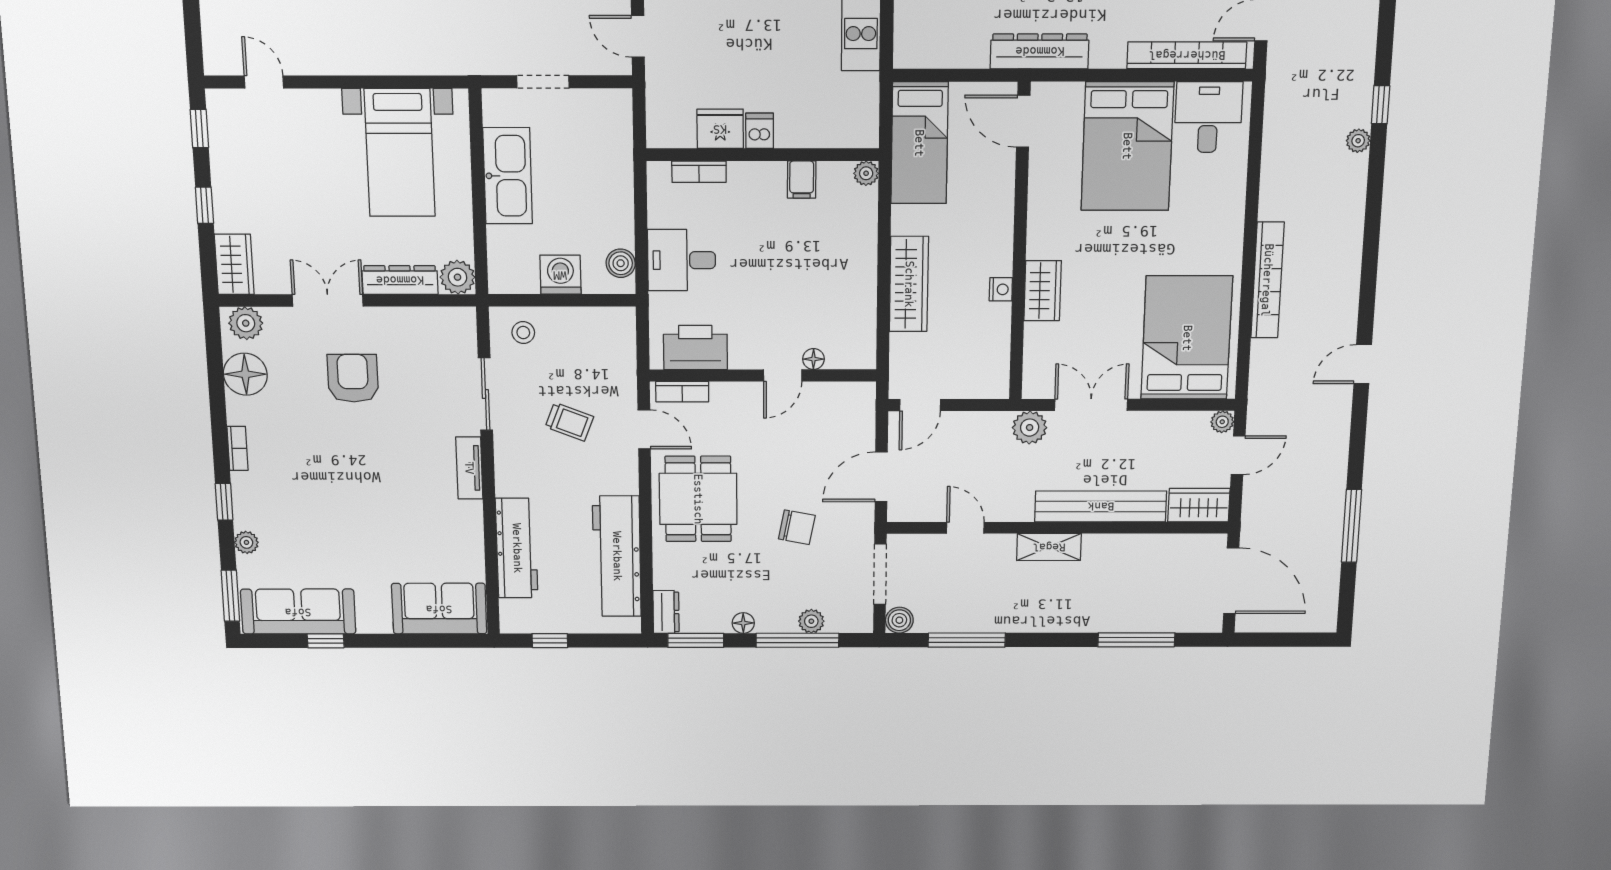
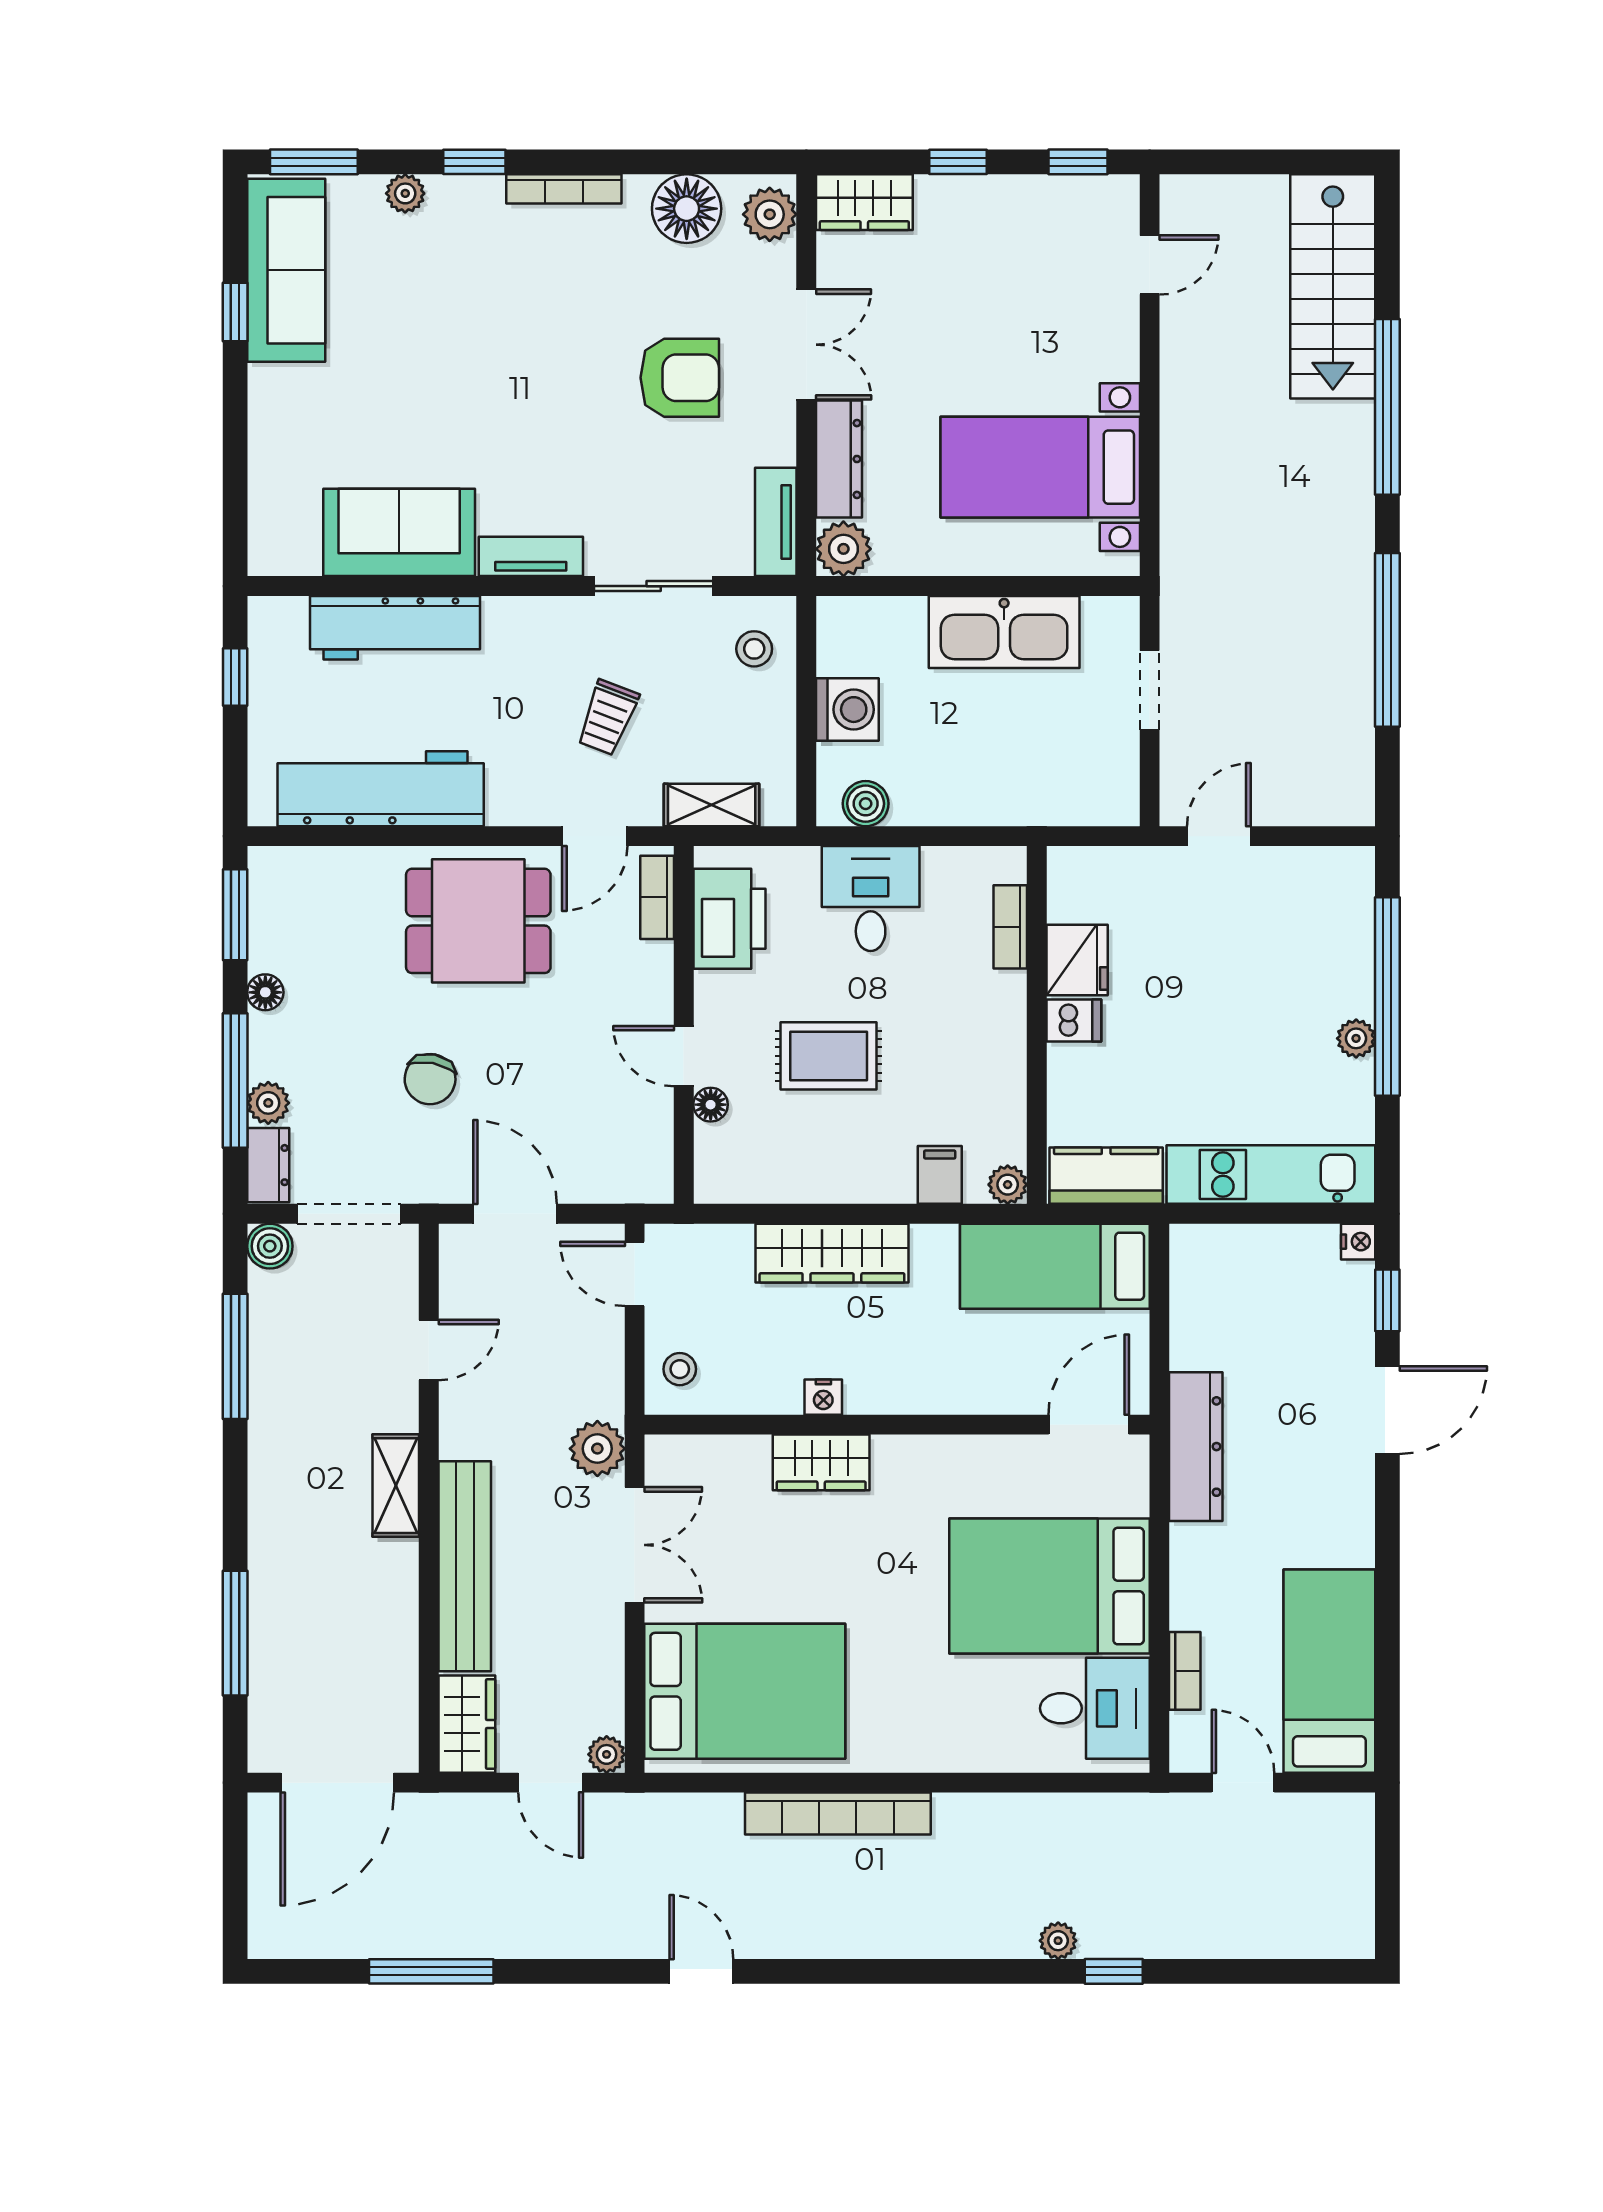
bookcase: (1187, 55) -> (1185, 1671), width x0.43, depth x0.76
kitchen counter: (861, 110) -> (1106, 1176), added
filing cabinet: (802, 180) -> (940, 1175), moved, turned 90
rug: (783, 286) -> (829, 1056), added
tv unit: (442, 319) -> (776, 522), added
shelving: (623, 359) -> (712, 805), added
stool: (981, 378) -> (680, 1369), added
bookcase: (238, 448) -> (564, 189), width x1.56
sofa: (439, 609) -> (399, 532), moved, turned -90
dresser: (666, 612) -> (268, 1165), moved, turned -90

